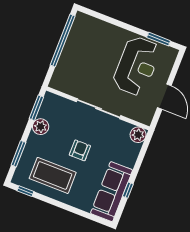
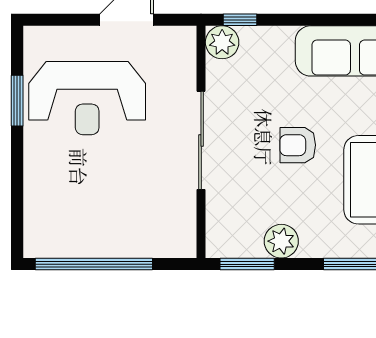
window: (159, 39) -> (17, 101), moved
reception desk: (137, 66) -> (87, 98), turned 180
window: (128, 190) -> (240, 20), moved

